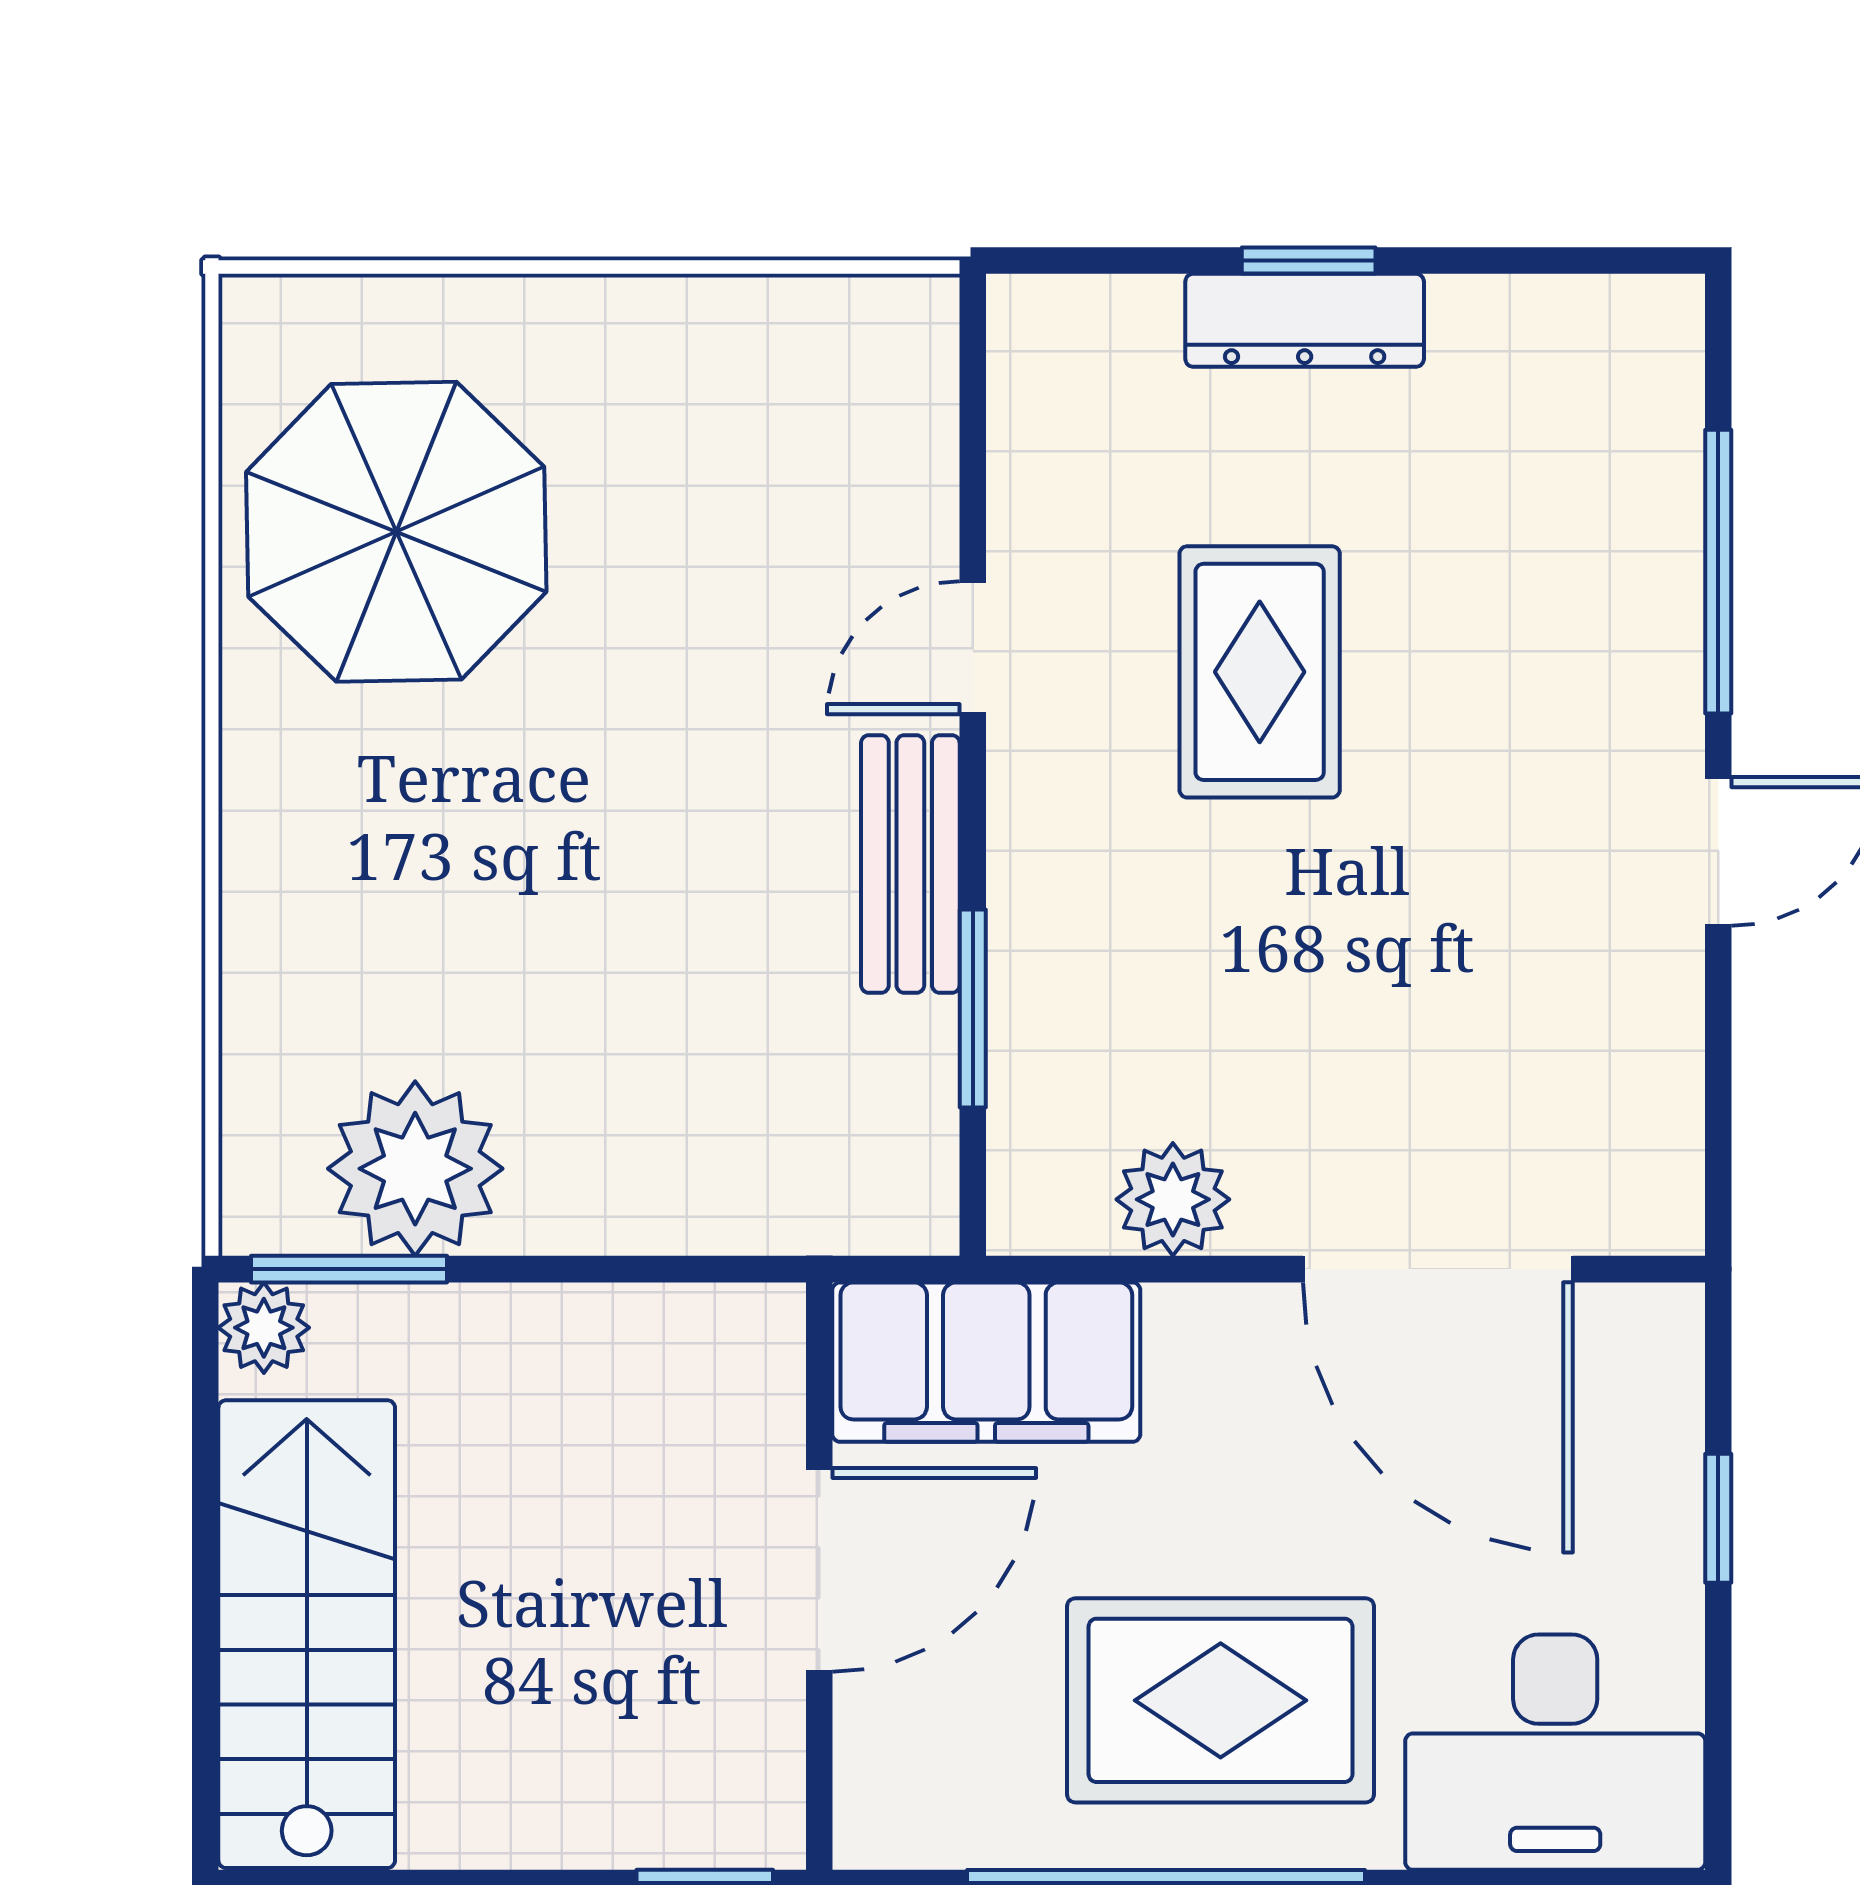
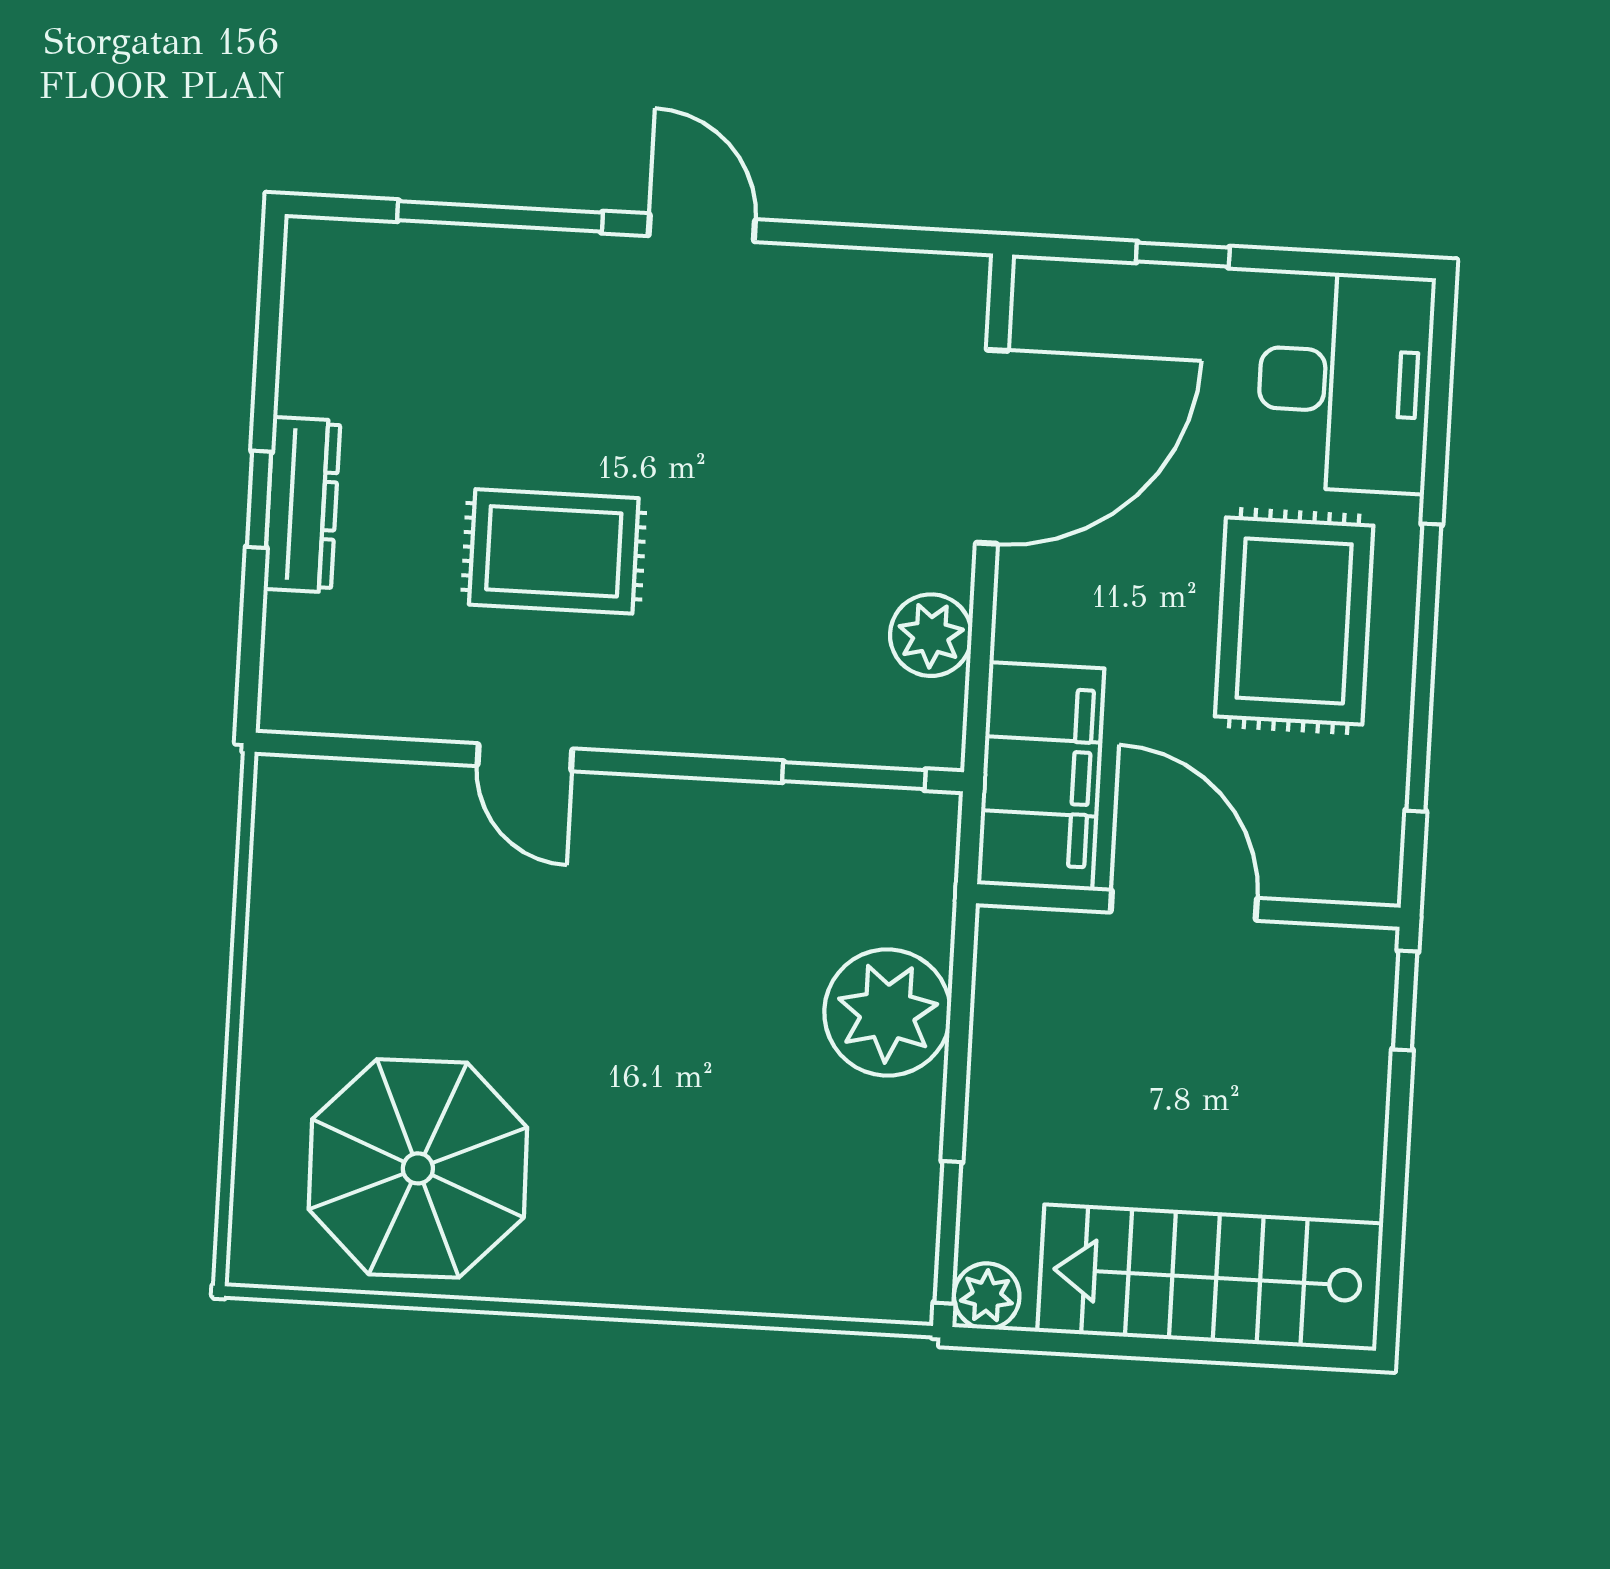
bench: (910, 864) -> (678, 811), removed
window: (973, 1009) -> (854, 776), moved
plant: (415, 1169) -> (887, 1013), moved

